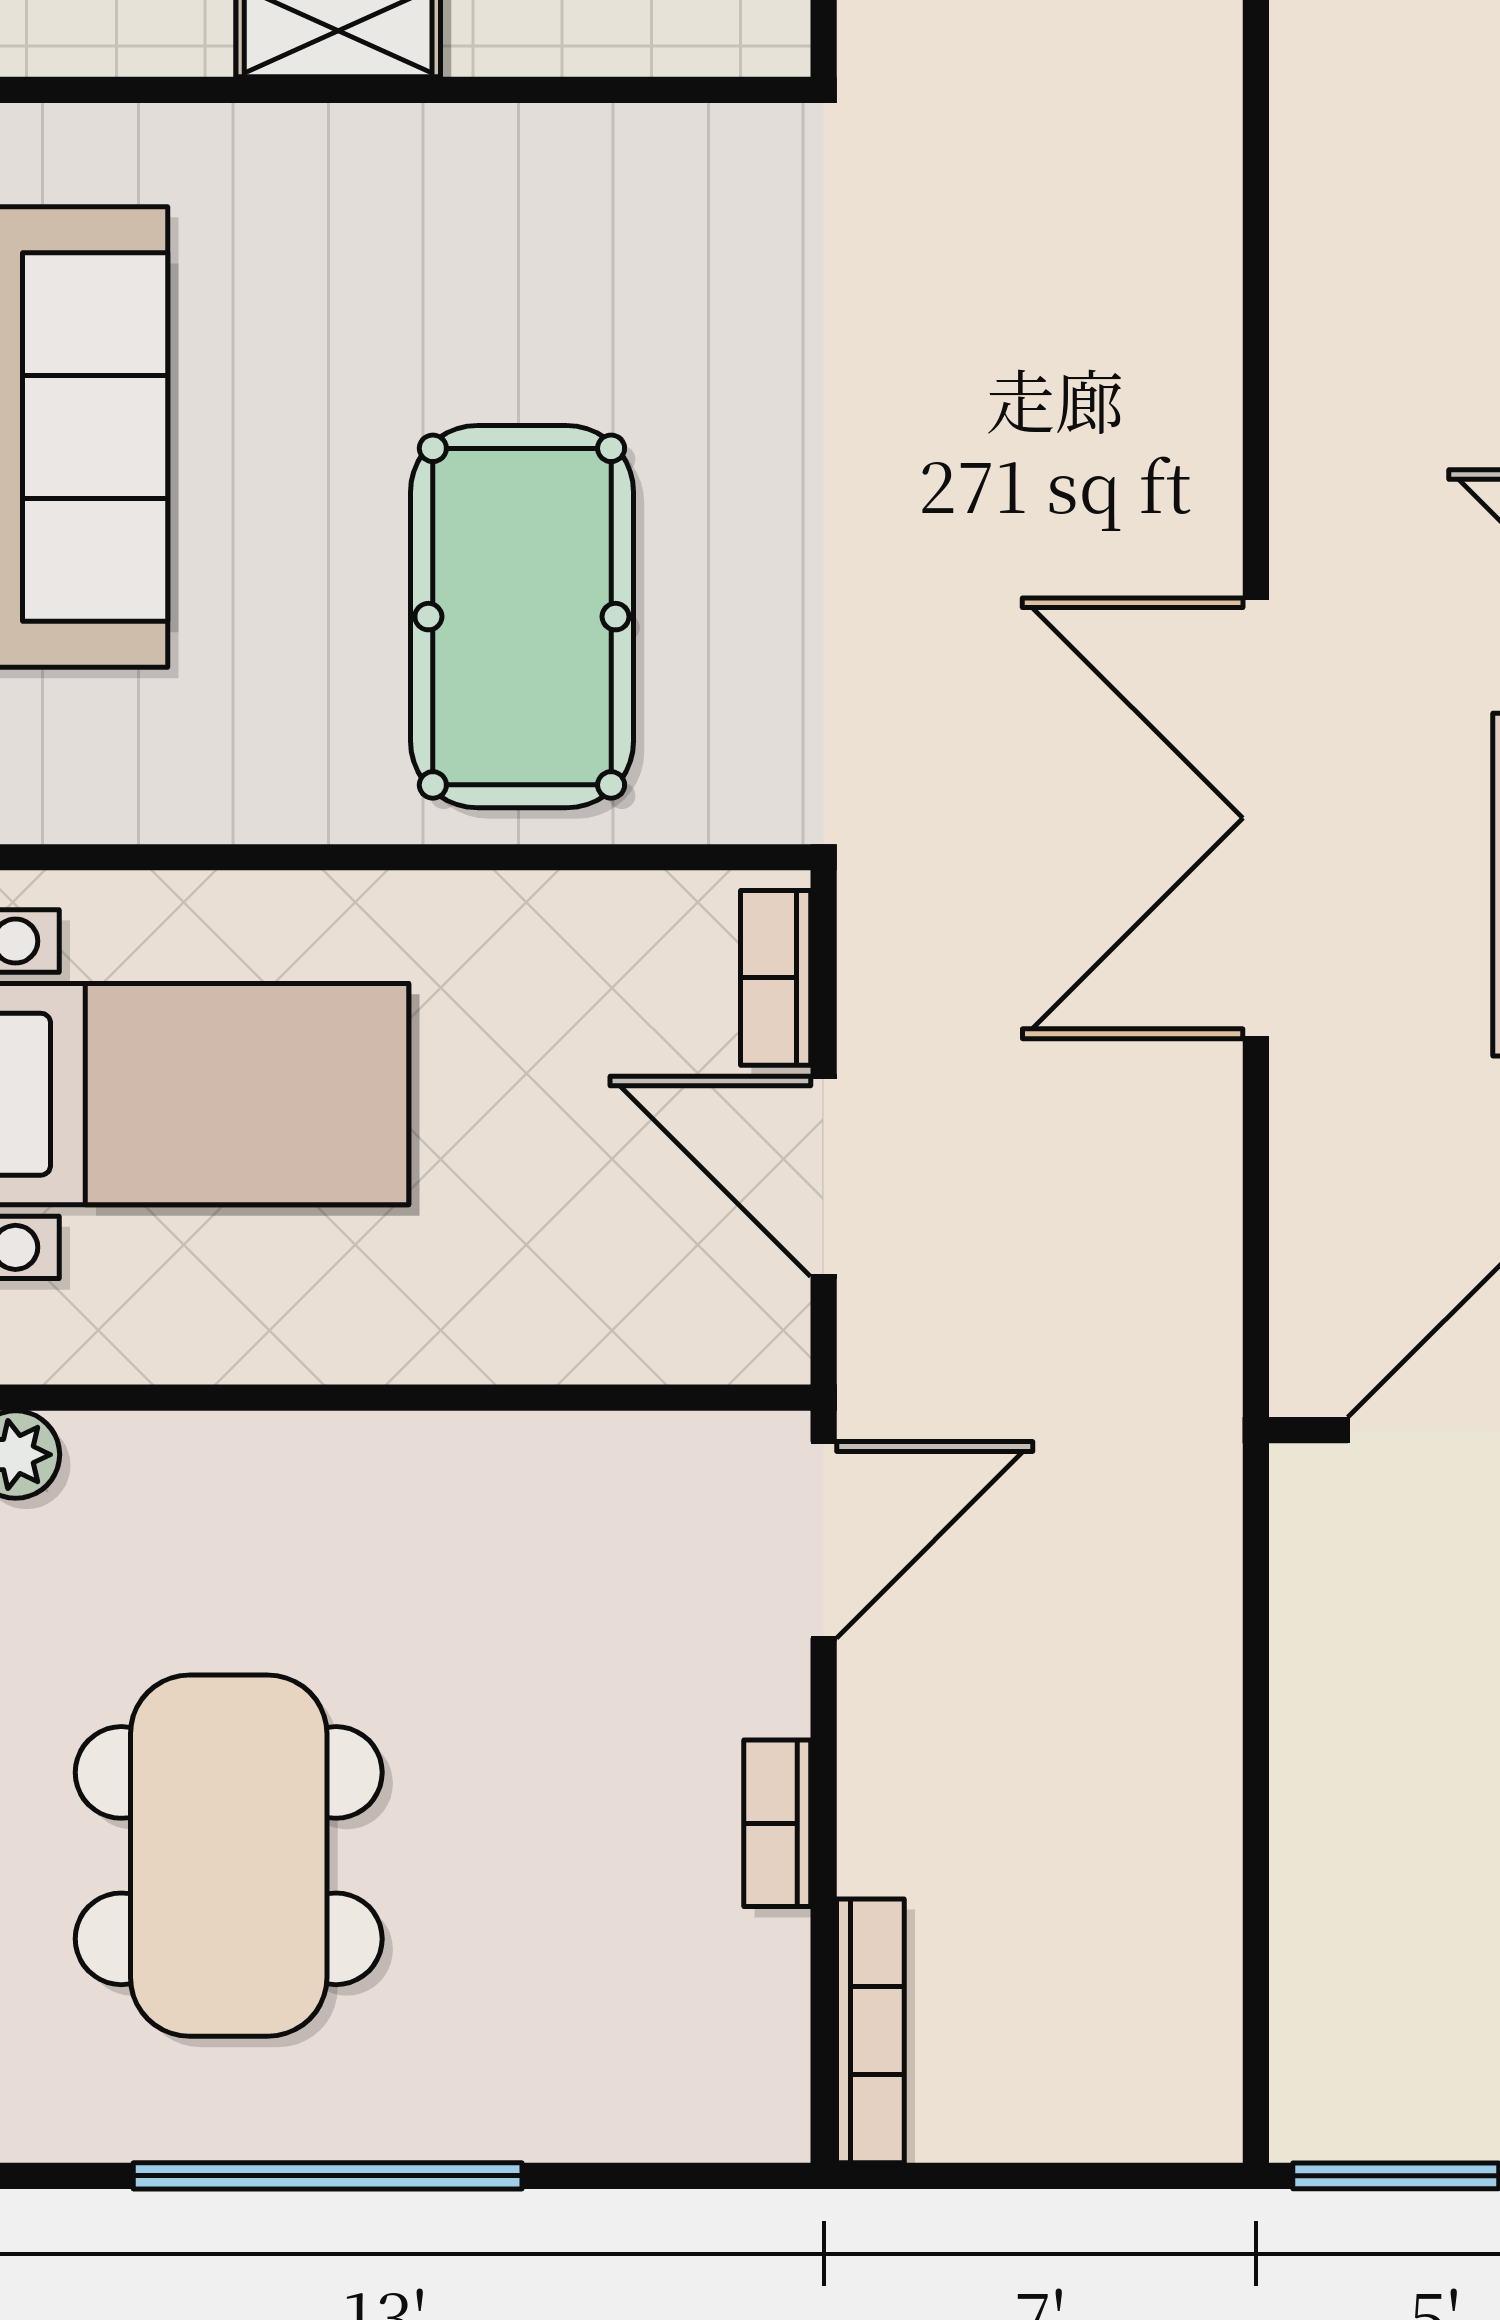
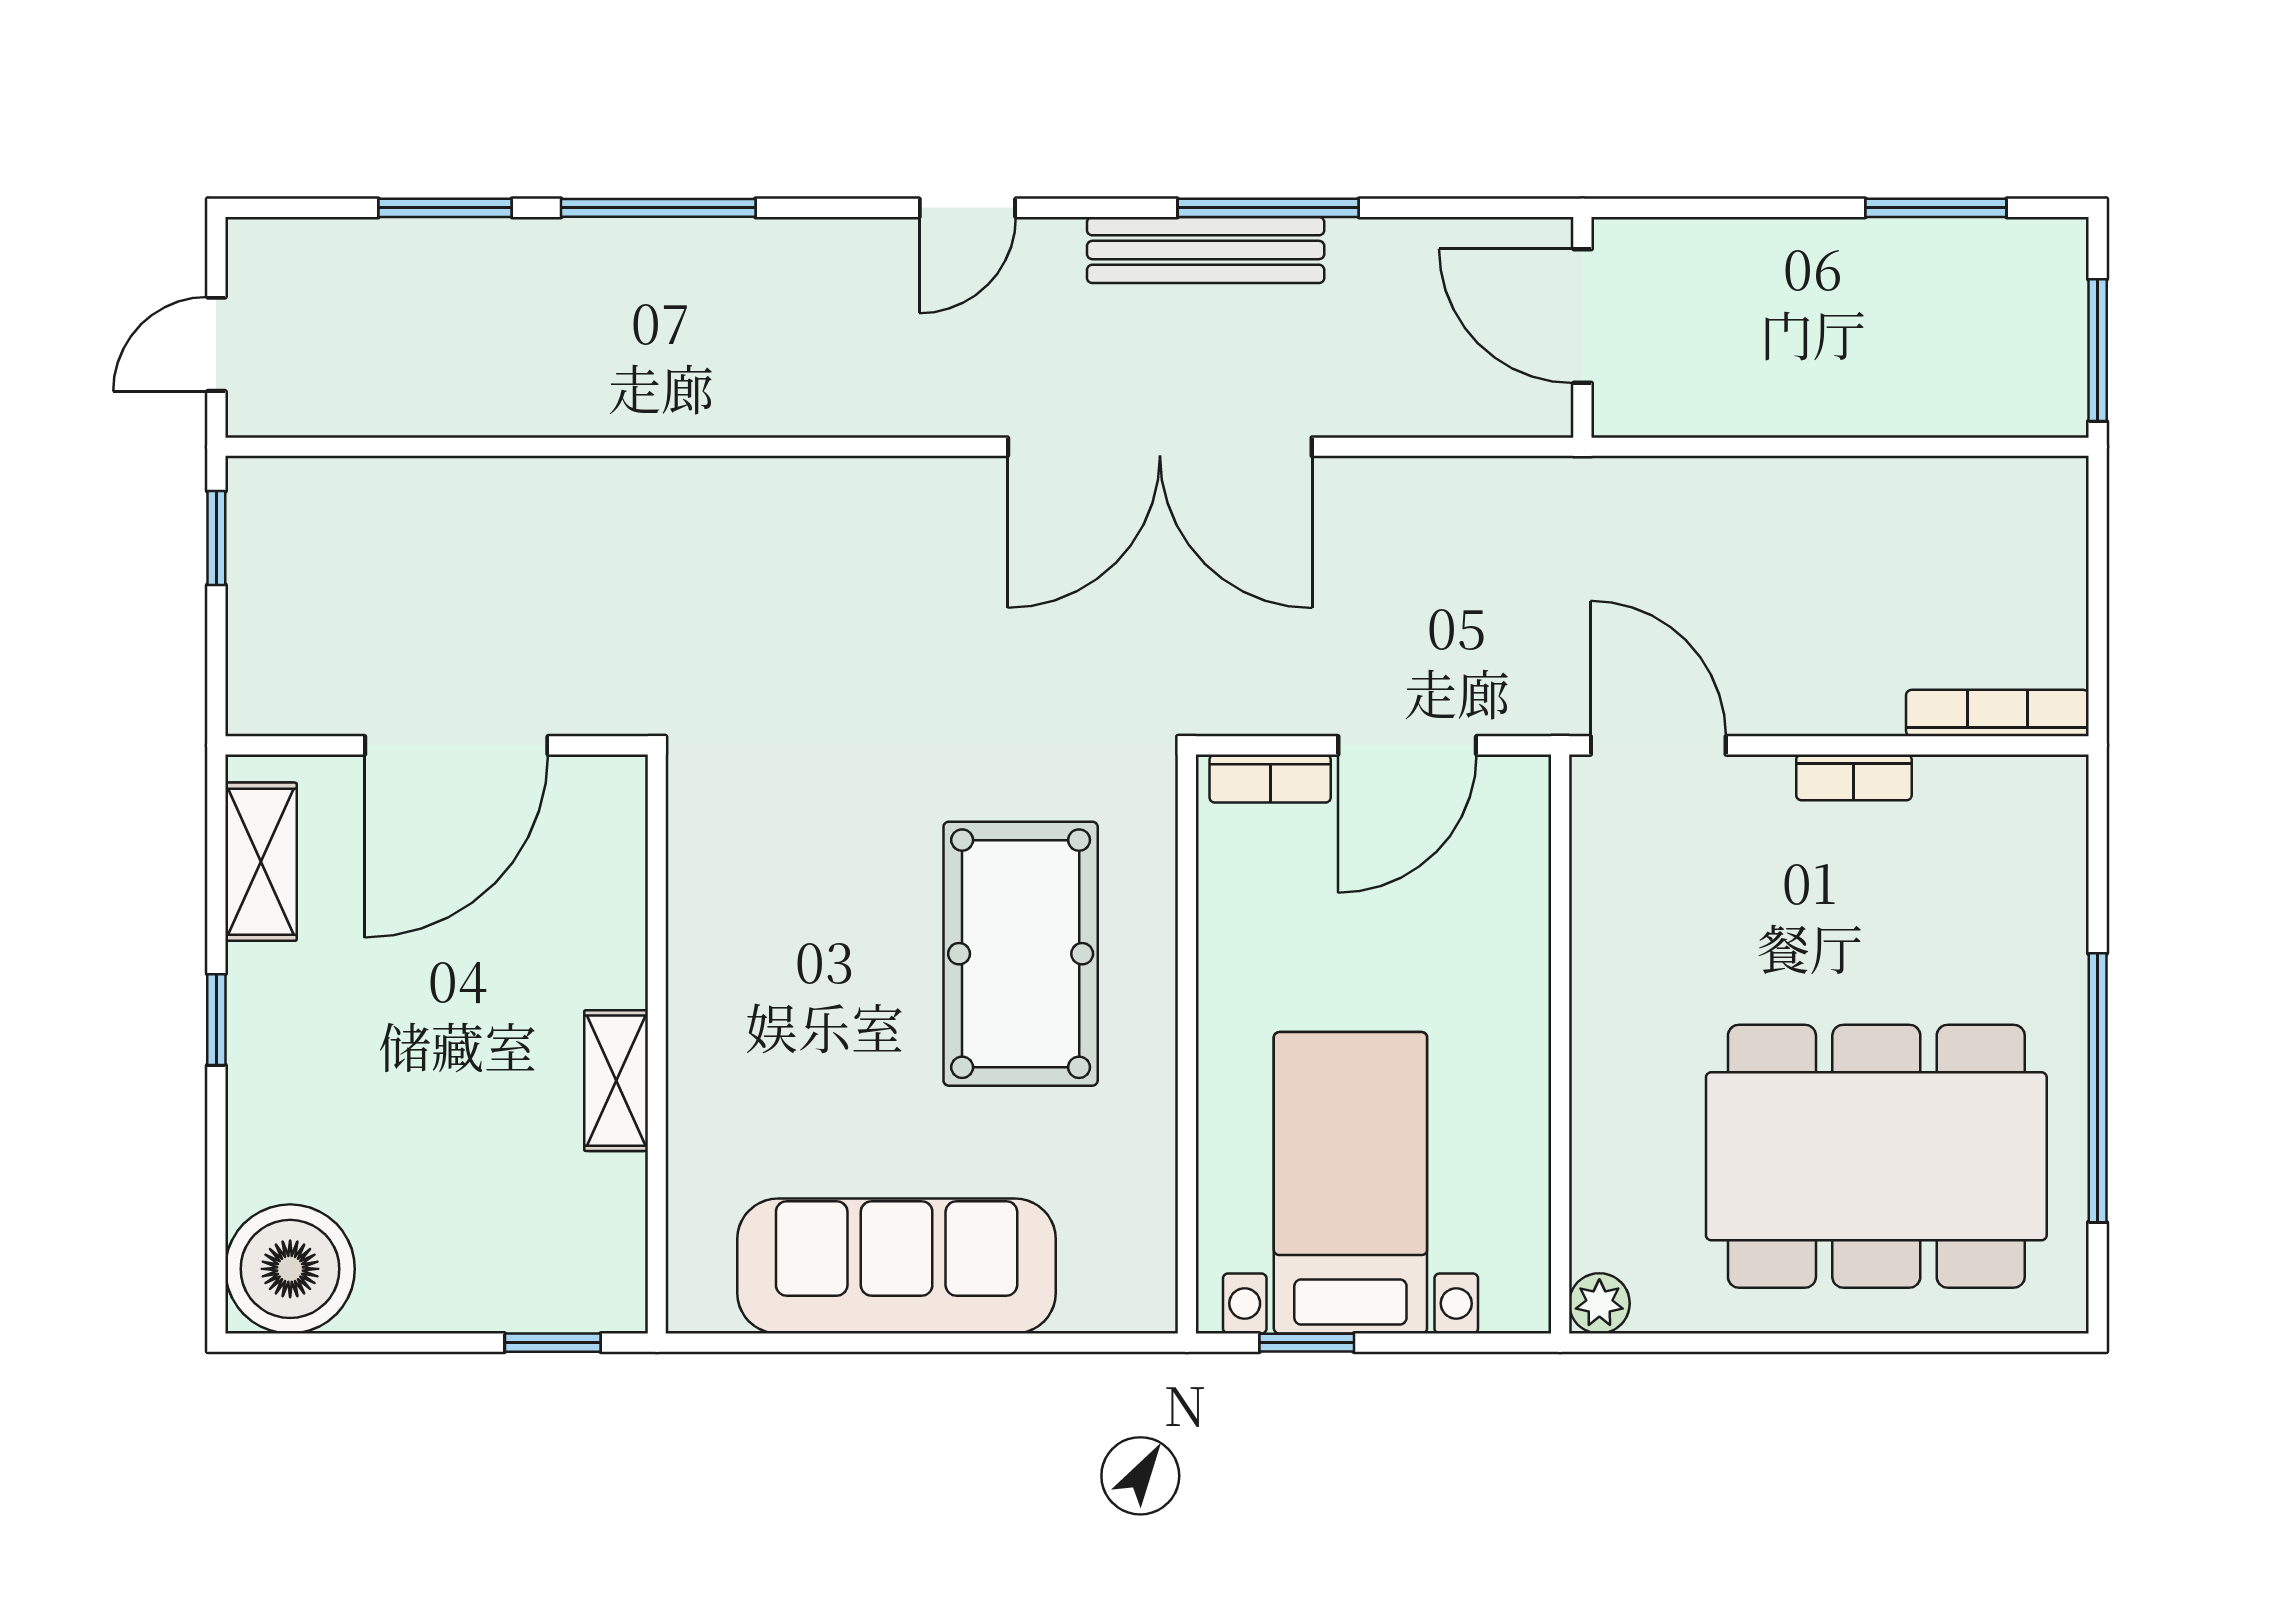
pool table: (522, 617) -> (1021, 954), turned 90
dining table: (229, 1856) -> (1876, 1156), width x1.36, depth x1.24

